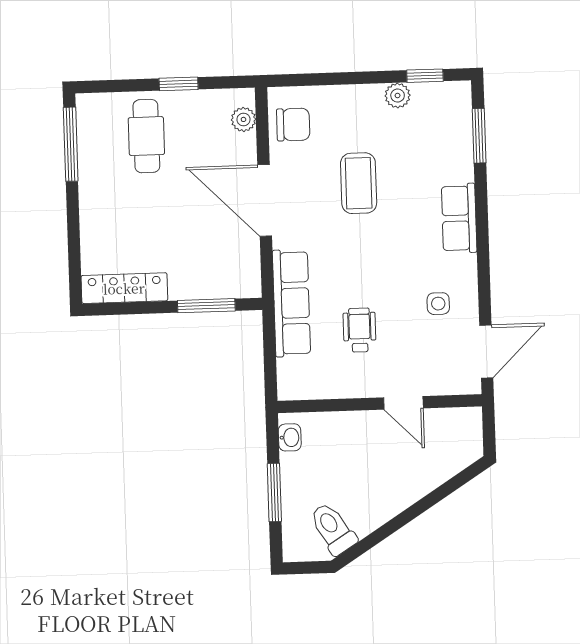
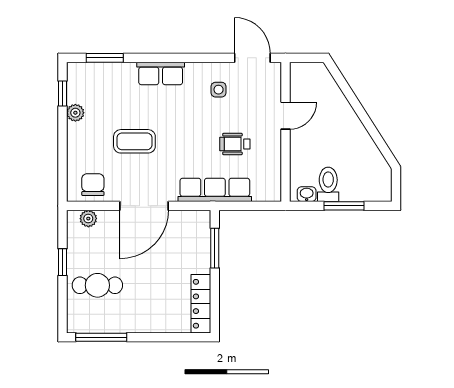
toilet: (333, 529) -> (328, 184), moved, turned 123

